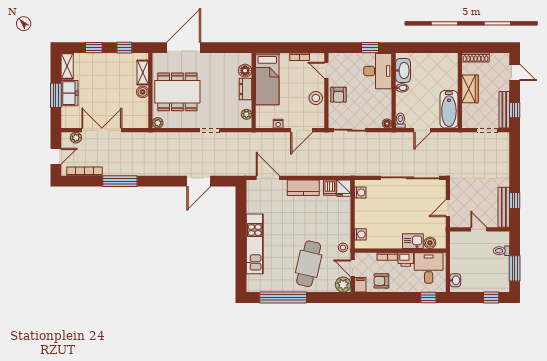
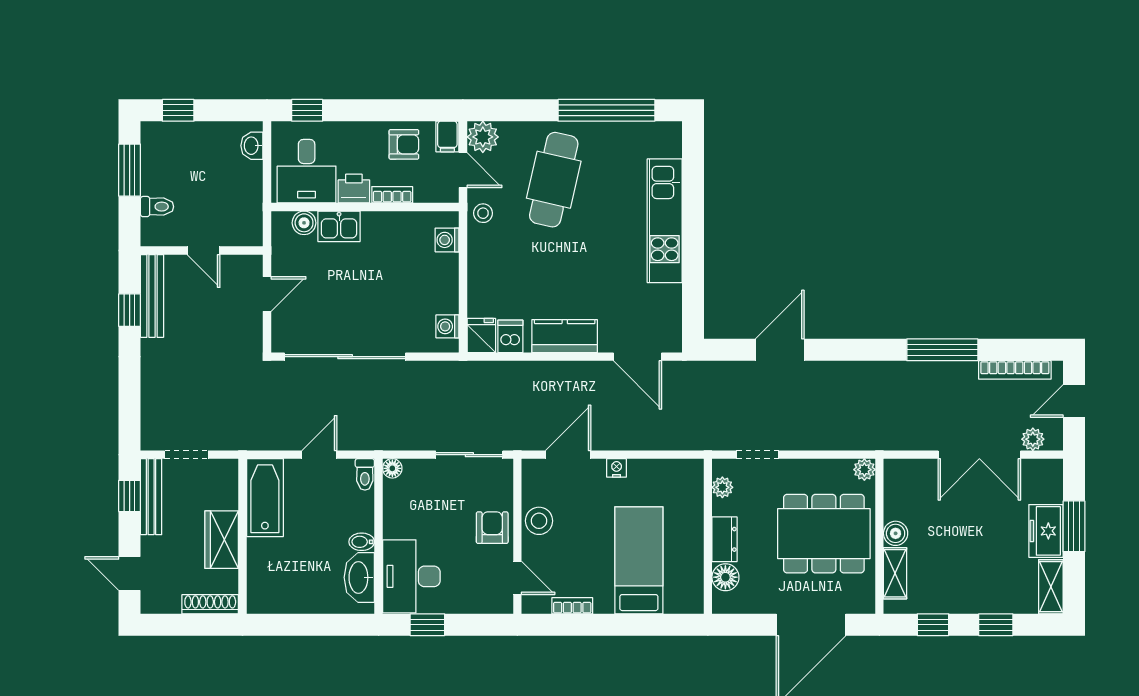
floor lamp: (245, 71) -> (725, 577), moved
dresser: (245, 89) -> (725, 539), moved
wall: (254, 91) -> (708, 536), moved
plant: (246, 114) -> (722, 487), moved

